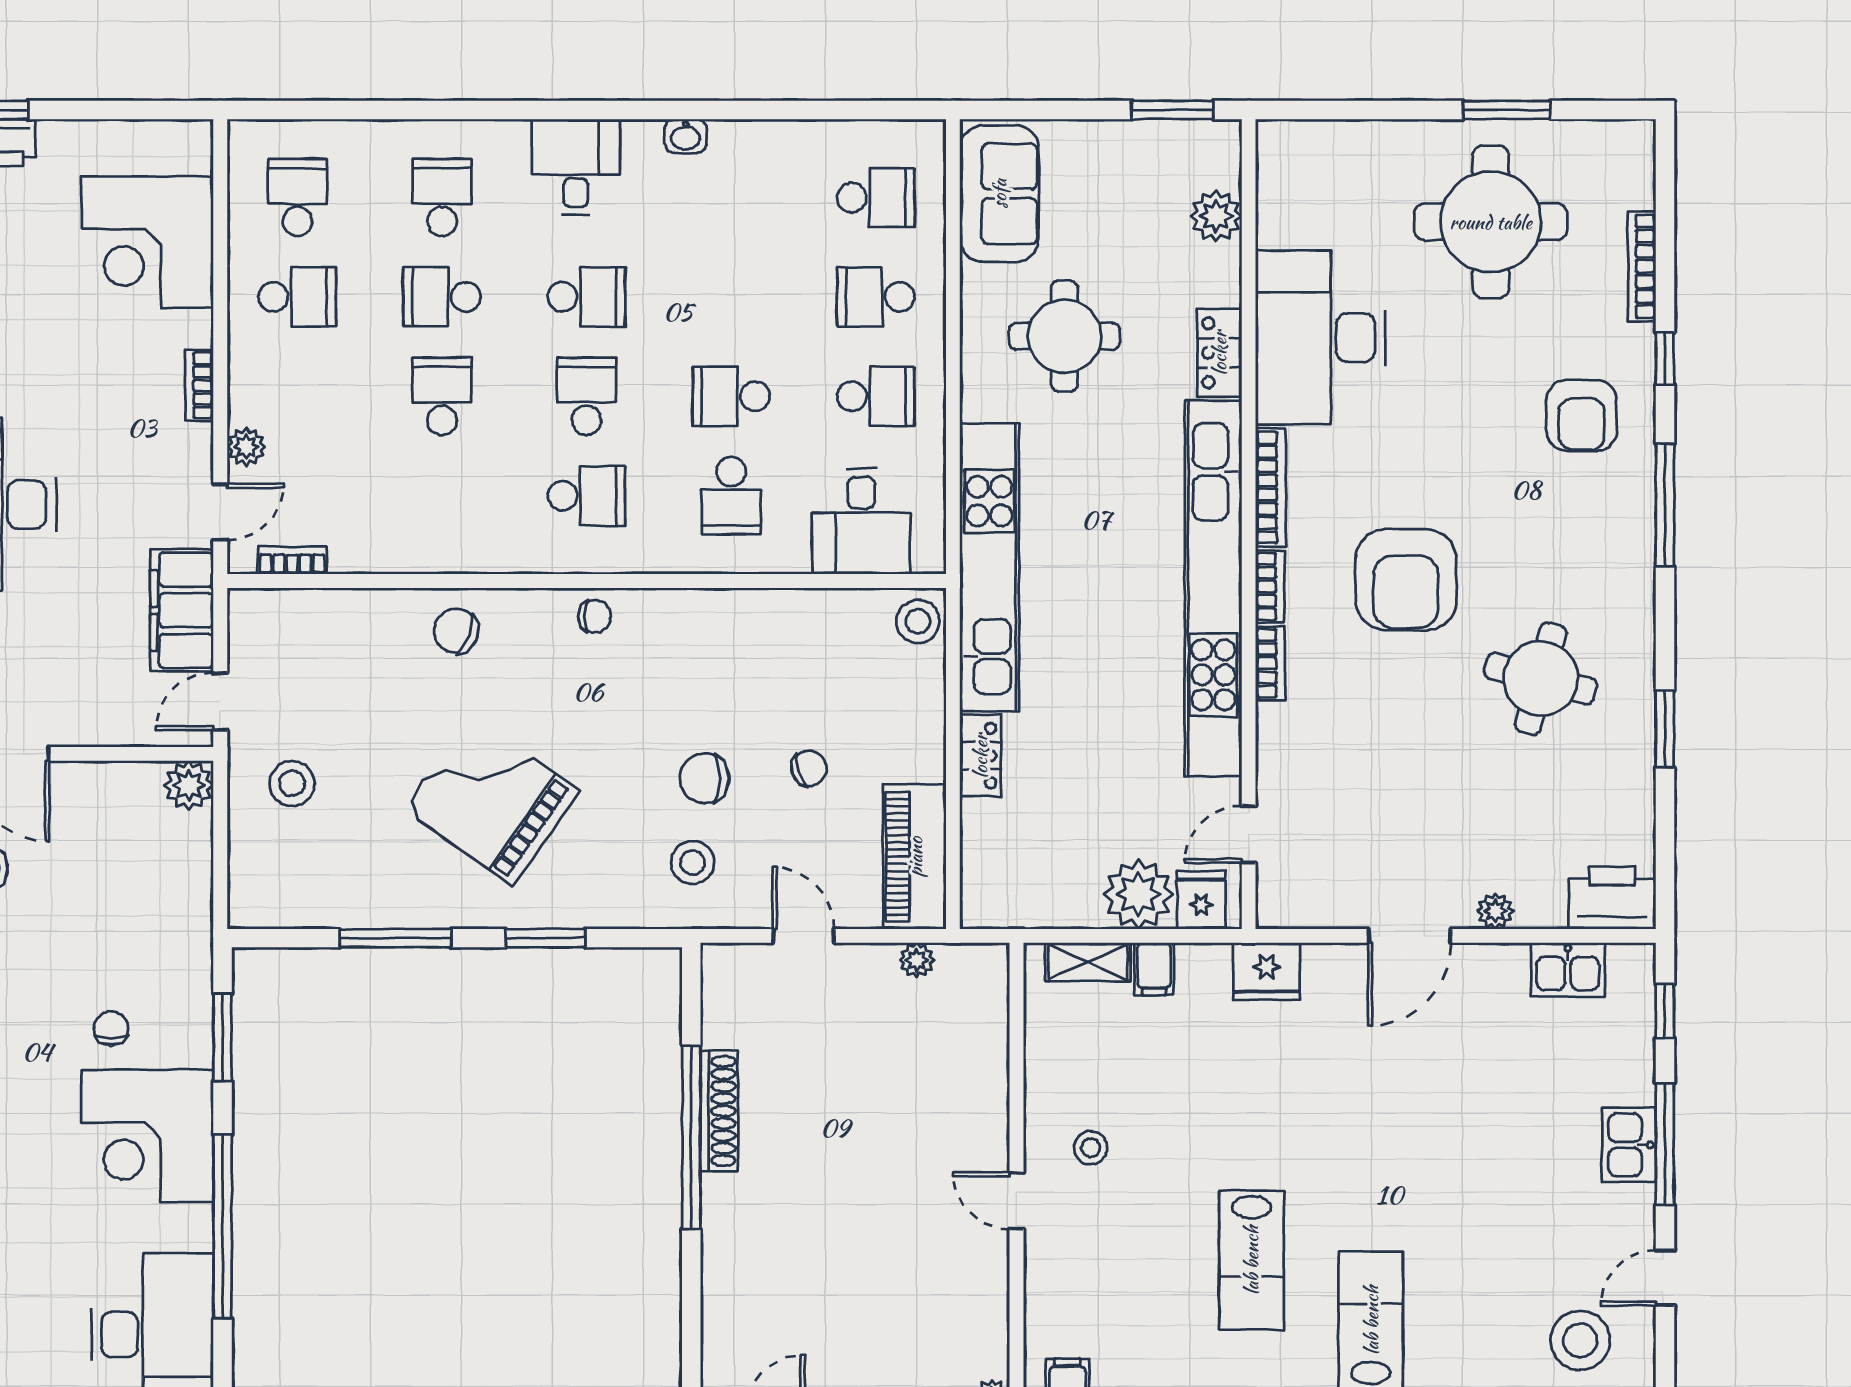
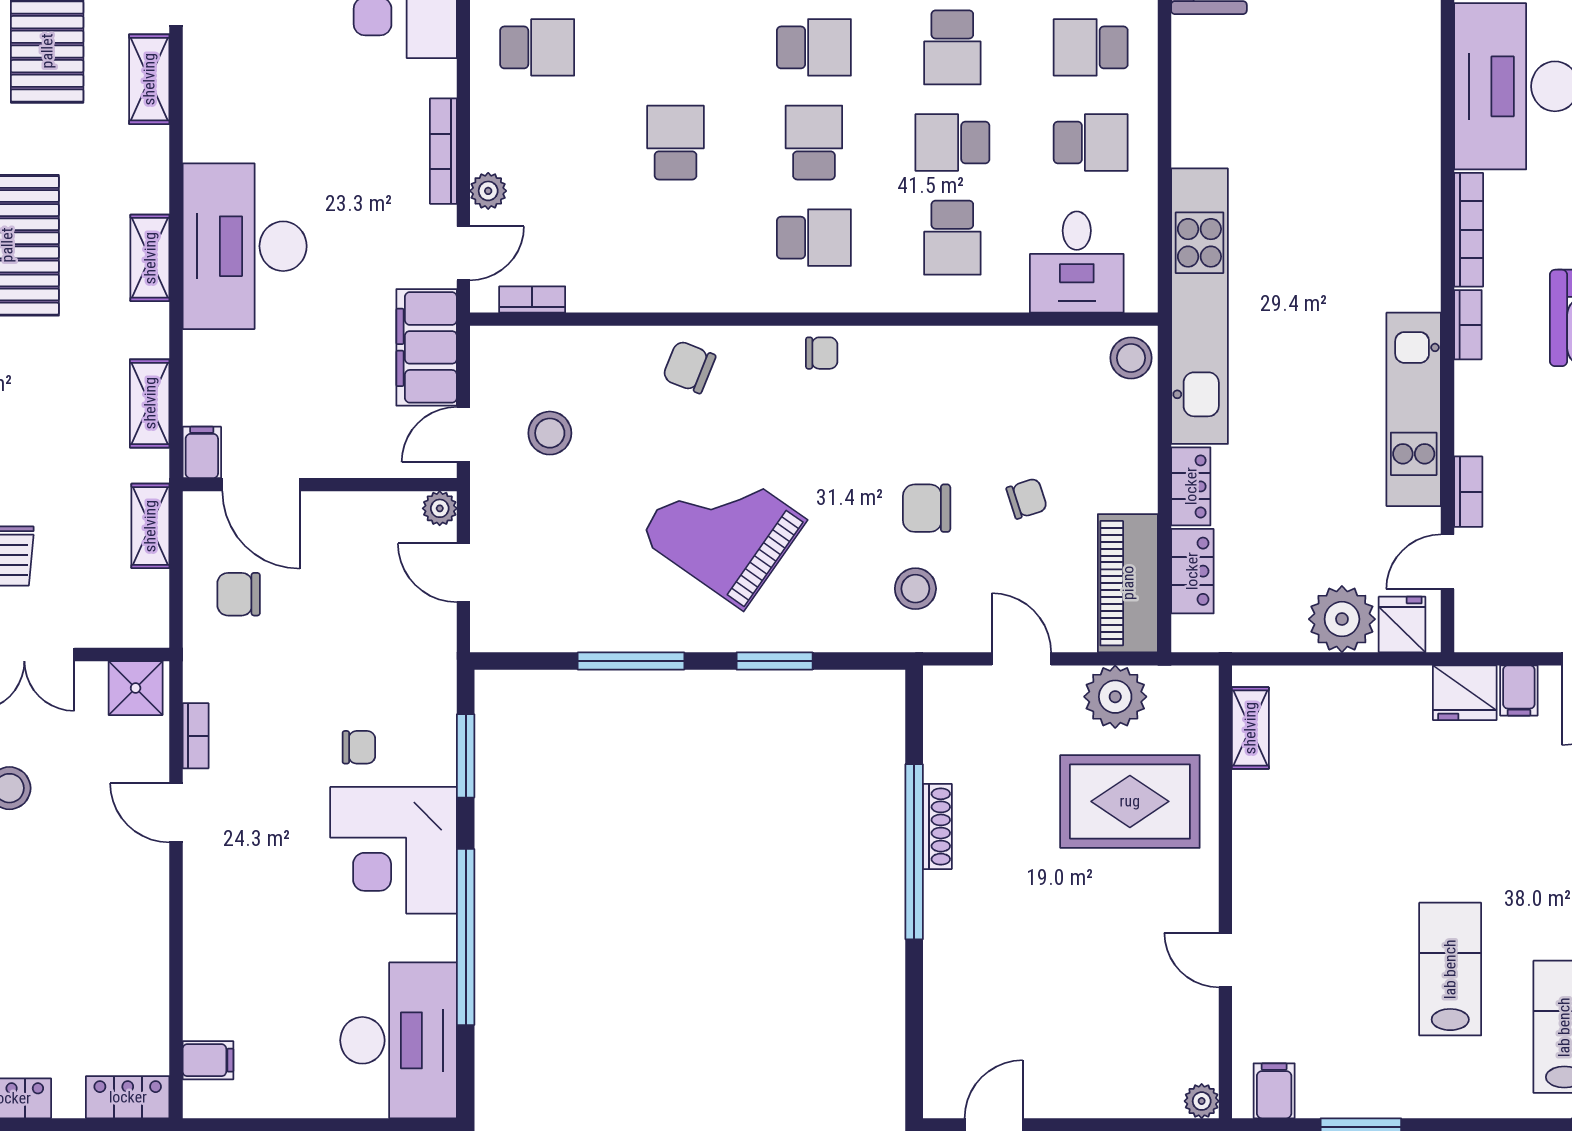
school desk: (442, 297) -> (952, 47), moved, turned -90
round table: (1064, 336) -> (1271, 85), removed
locker: (1219, 353) -> (1192, 571), moved, turned 180
bookcase: (199, 386) -> (443, 151), width x1.56
kitchen unit: (1213, 588) -> (1414, 409), width x0.54
bookcase: (1270, 663) -> (1468, 492), moved
stool: (292, 783) -> (550, 433), moved
plant: (189, 785) -> (440, 508), width x0.73, depth x0.73
door: (220, 846) -> (463, 573), added
plant: (917, 960) -> (1115, 697), width x1.88, depth x1.88
shelving: (1088, 962) -> (1250, 728), moved, turned 90
filing cabinet: (1154, 969) -> (1519, 690), moved
chair: (111, 1028) -> (359, 747), turned 90
rug: (917, 1085) -> (1130, 801), added
shoe rack: (719, 1111) -> (937, 826), width x0.74, depth x0.81
stool: (1091, 1148) -> (1296, 862), removed
door: (1017, 1201) -> (1225, 960), moved
lab bench: (1251, 1260) -> (1450, 969), turned 180

